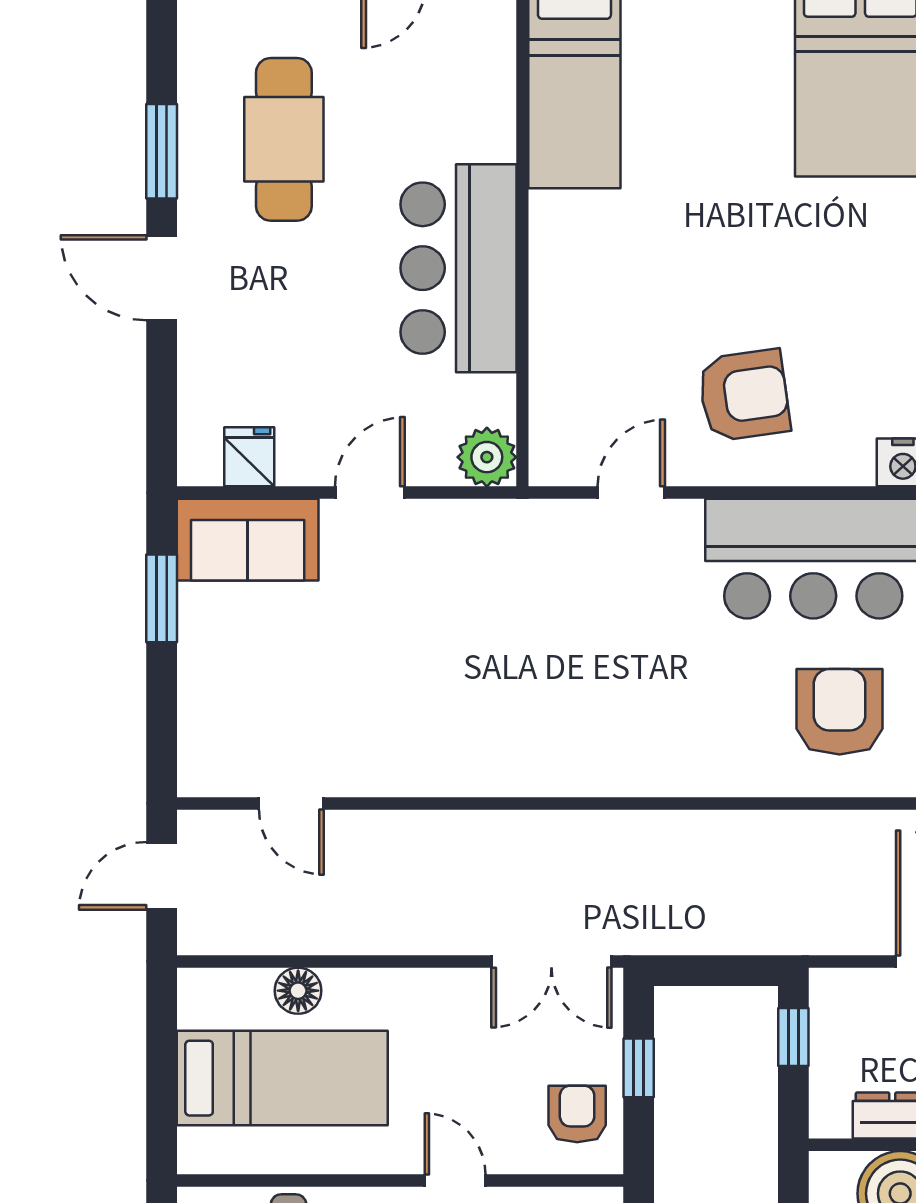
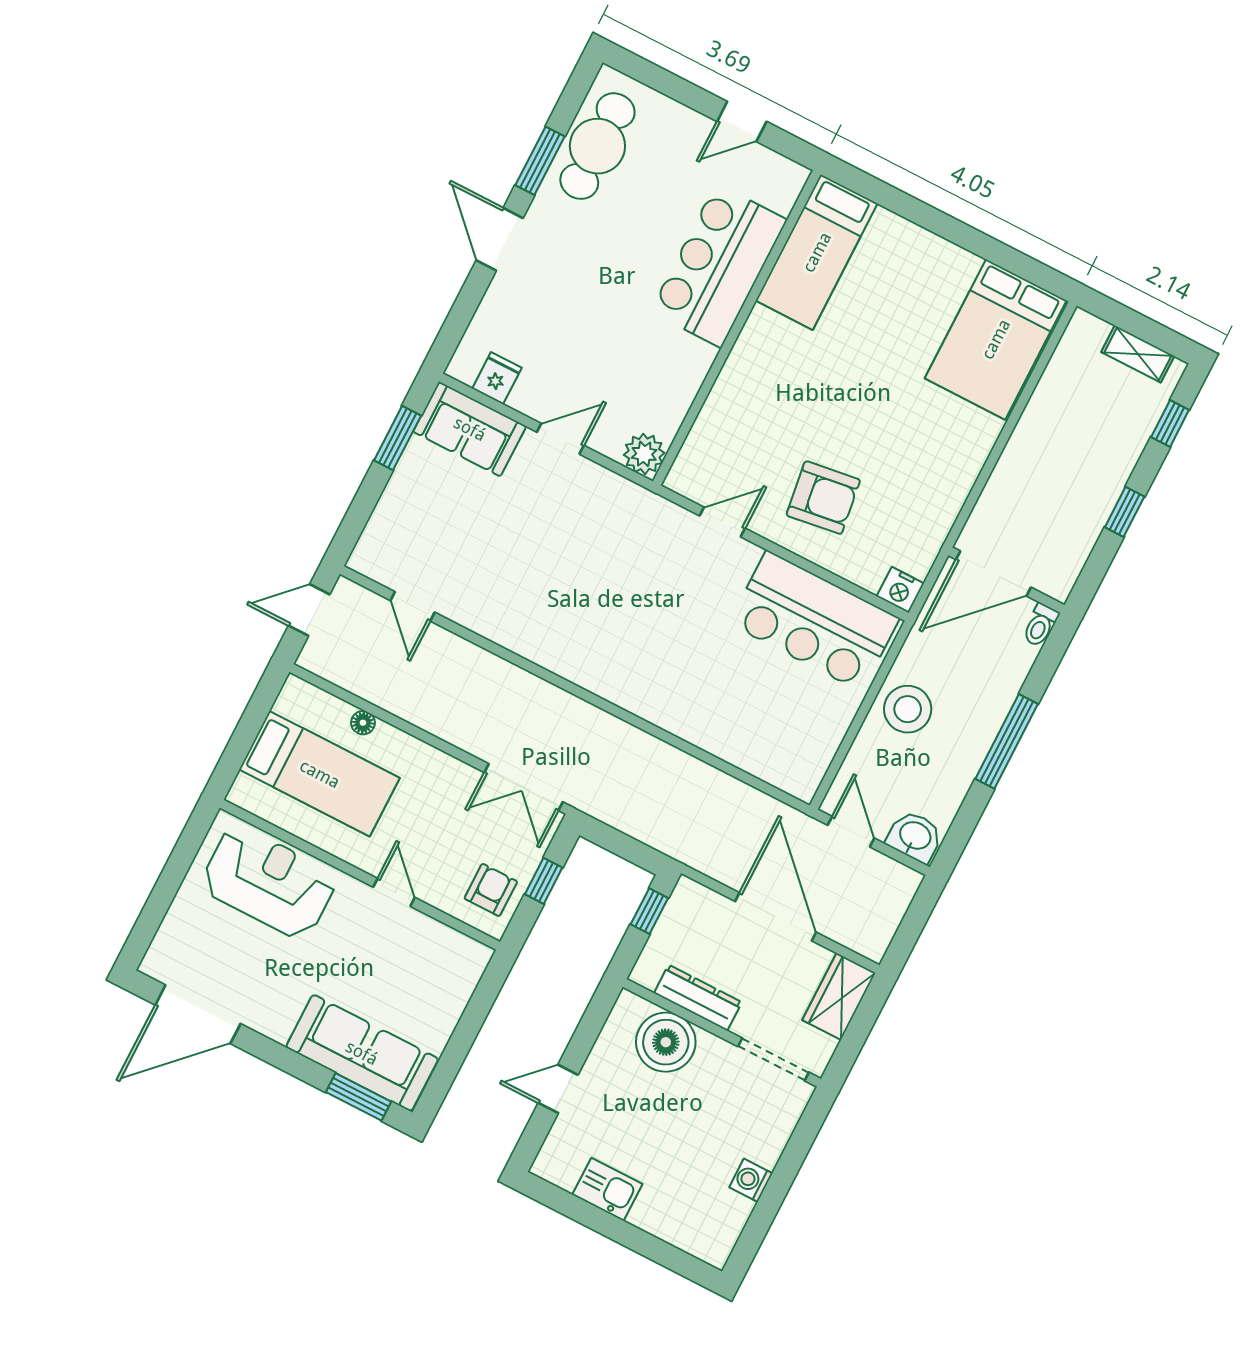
cafe table: (284, 139) -> (597, 146), moved
bar counter: (458, 268) -> (719, 266), moved
armchair: (840, 712) -> (782, 724), removed
floor lamp: (298, 991) -> (363, 723), width x0.73, depth x0.73

